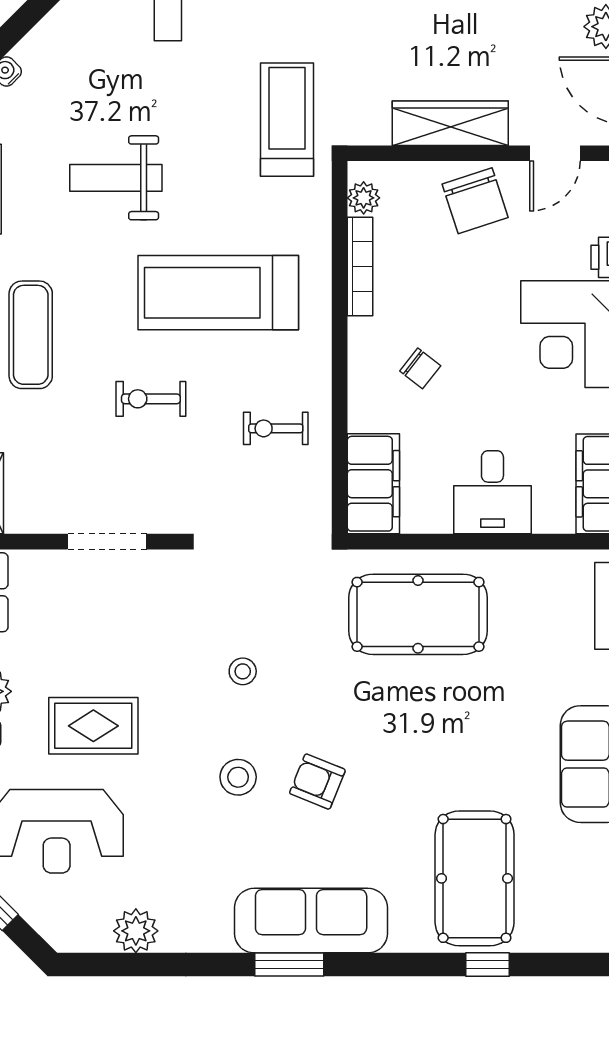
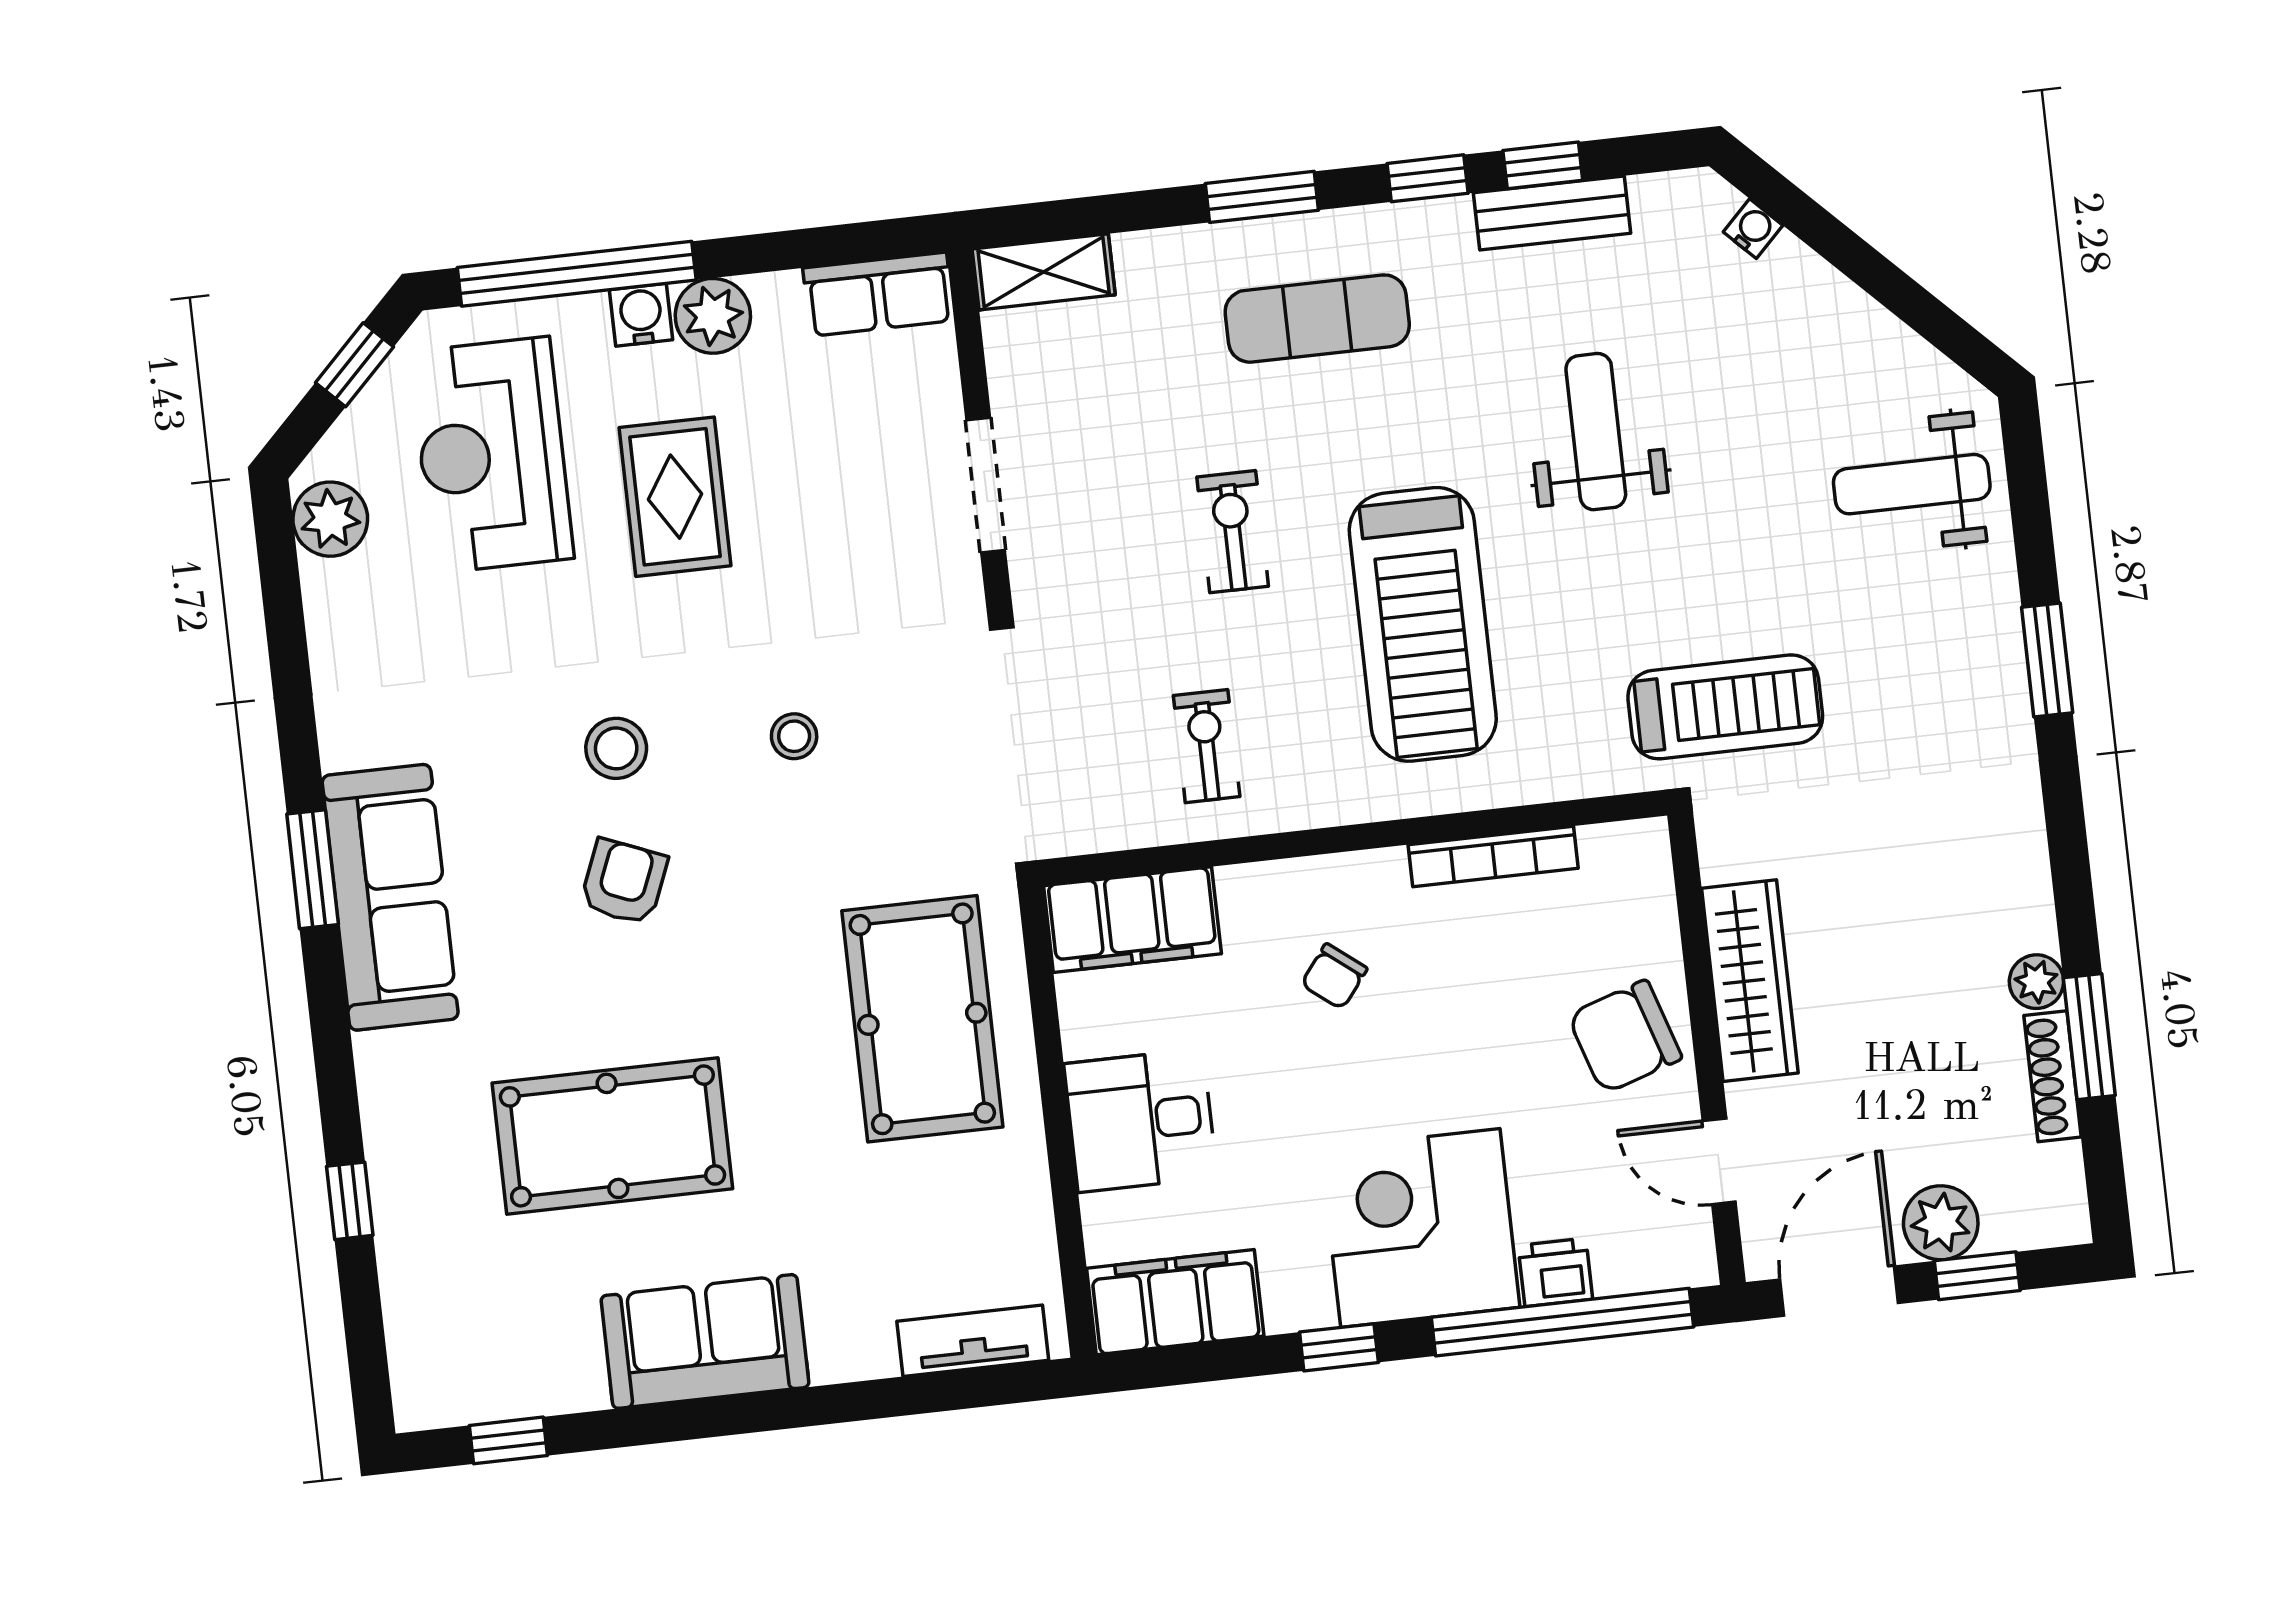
plant: (364, 198) -> (1609, 850), removed
treadmill: (218, 293) -> (1423, 624), turned 180
pool table: (475, 878) -> (612, 1136), moved
plant: (136, 931) -> (330, 519), moved

